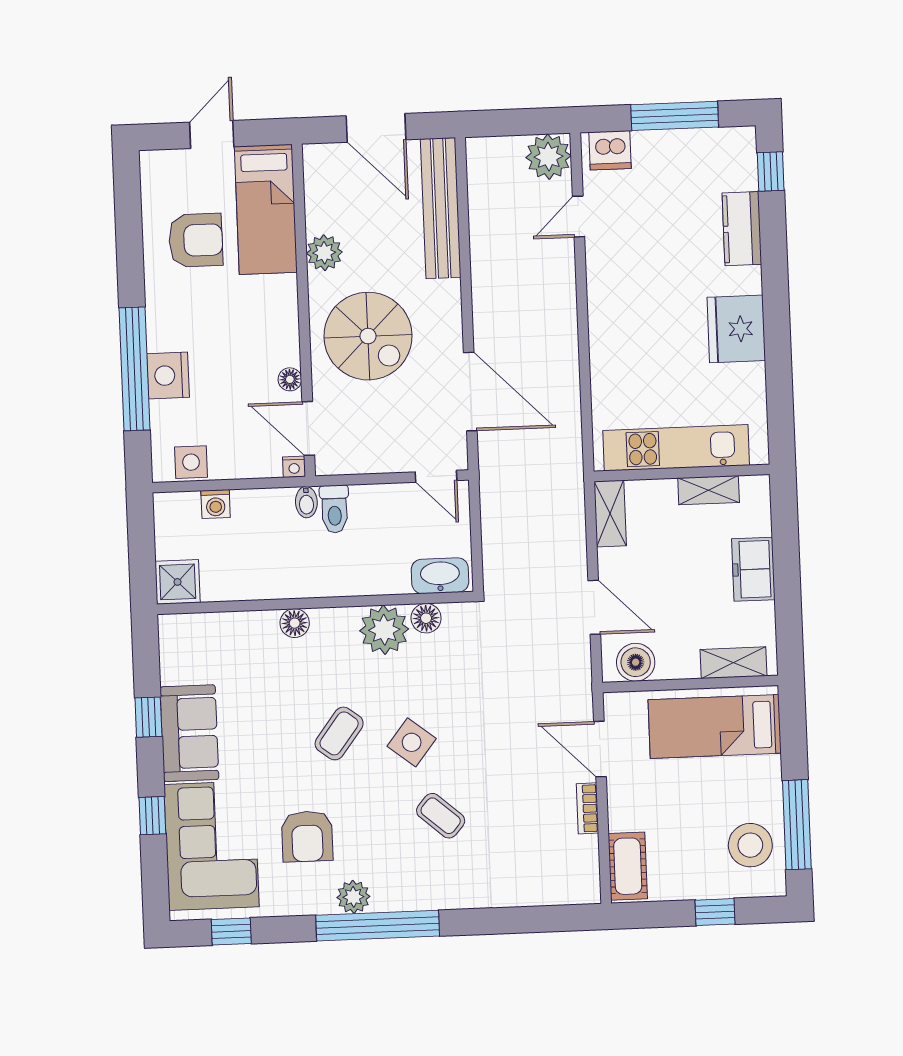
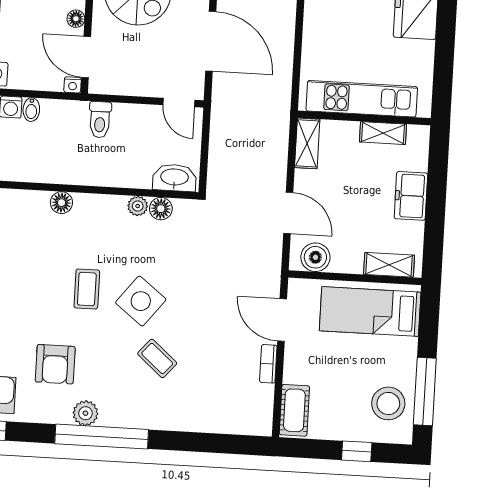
bidet: (306, 502) -> (31, 110), moved
plant: (384, 630) -> (138, 206), width x0.53, depth x0.53
coffee table: (339, 733) -> (87, 289), turned -37
side table: (412, 742) -> (141, 301), width x1.37, depth x1.37

